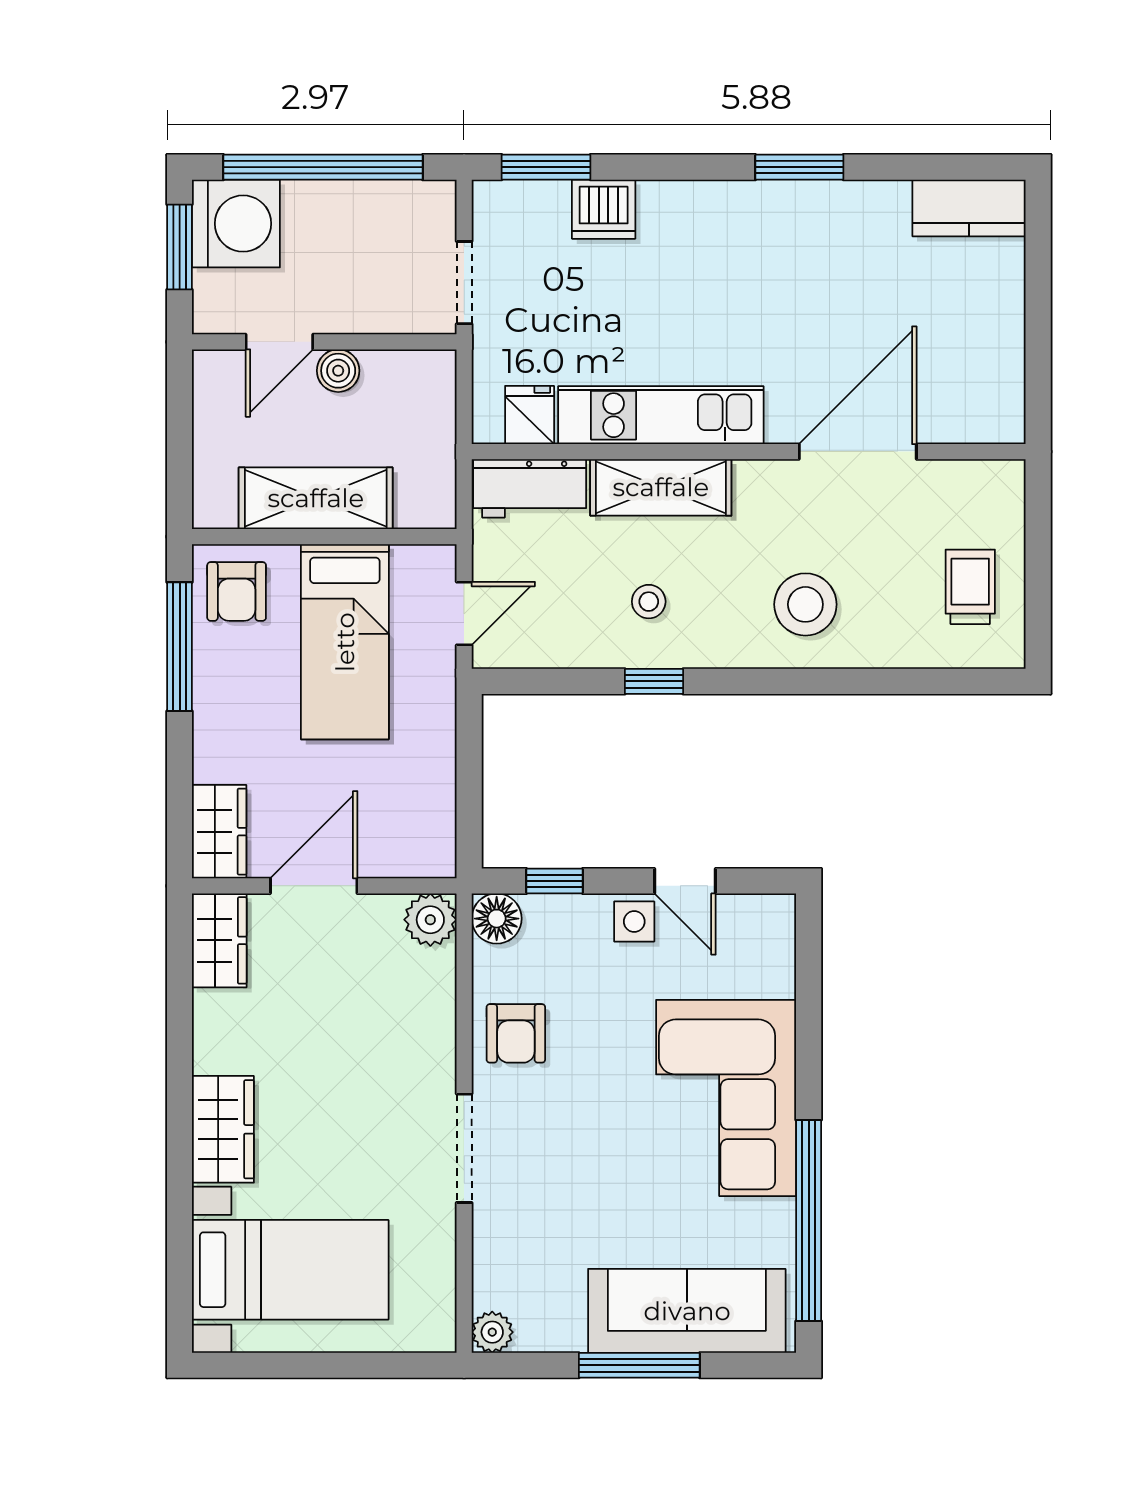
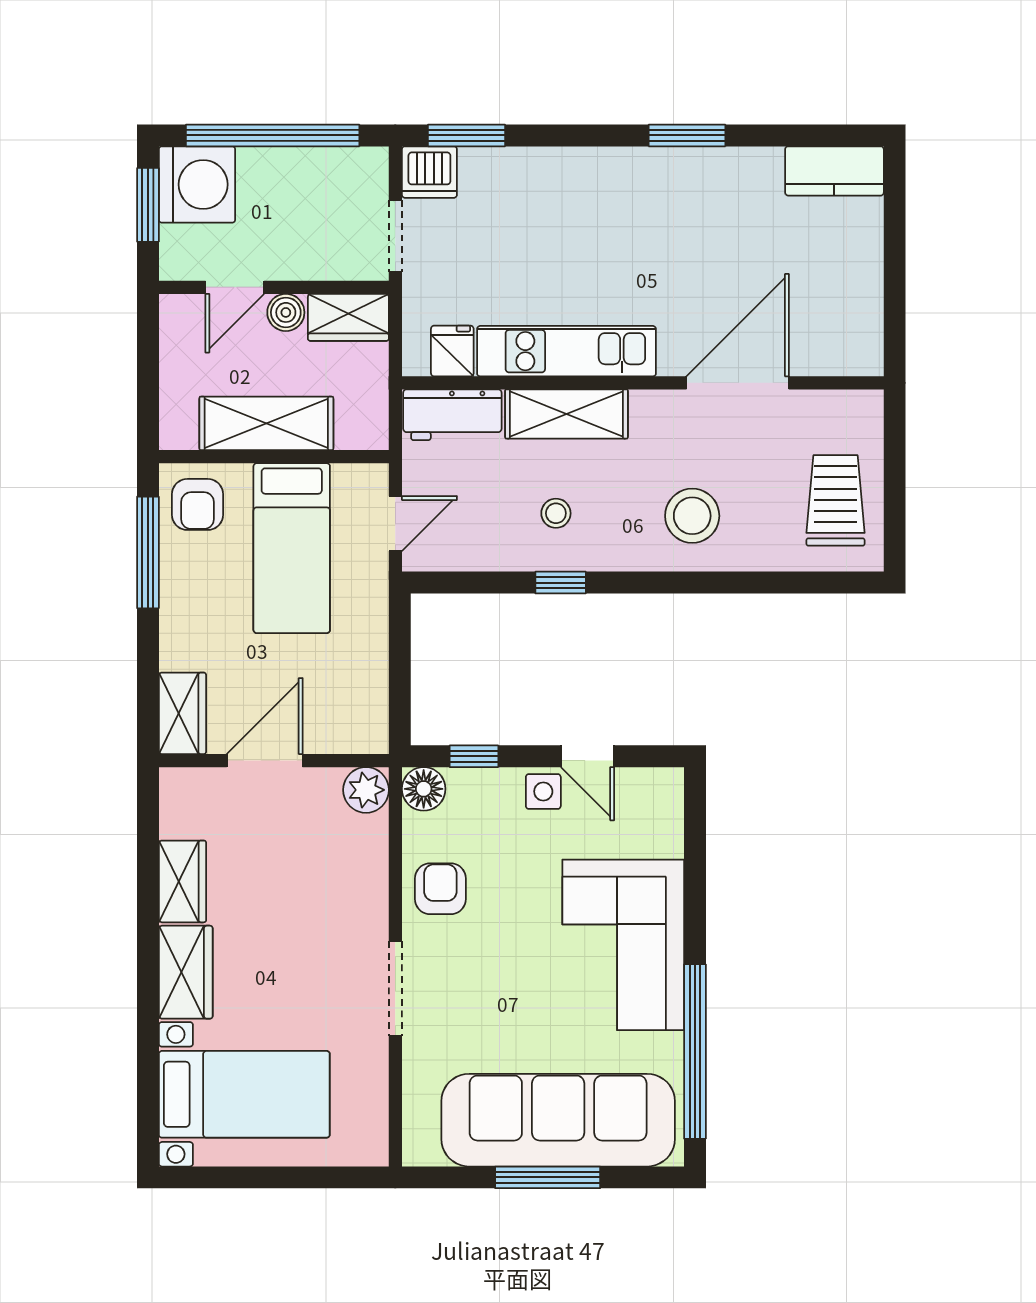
dishwasher: (604, 209) -> (429, 172), moved
wardrobe: (410, 376) -> (348, 317), added
trolley: (970, 587) -> (836, 500), width x1.36, depth x1.39
wardrobe: (219, 940) -> (182, 881), moved
armchair: (516, 1033) -> (440, 889), turned 180
sofa: (687, 1311) -> (558, 1120), width x1.36, depth x1.27
plant: (492, 1332) -> (420, 1149), removed

